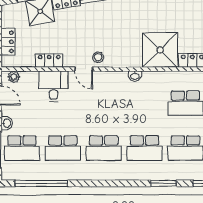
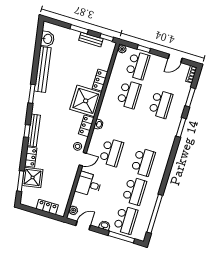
locker: (49, 60) -> (86, 126), moved
school desk: (145, 148) -> (111, 152), moved

